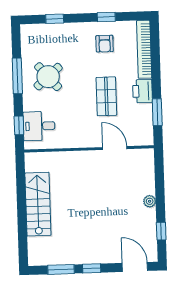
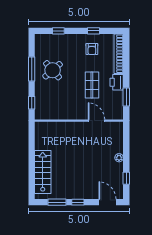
desk: (39, 126) -> (45, 104), removed
stairs: (38, 204) -> (43, 172), moved

